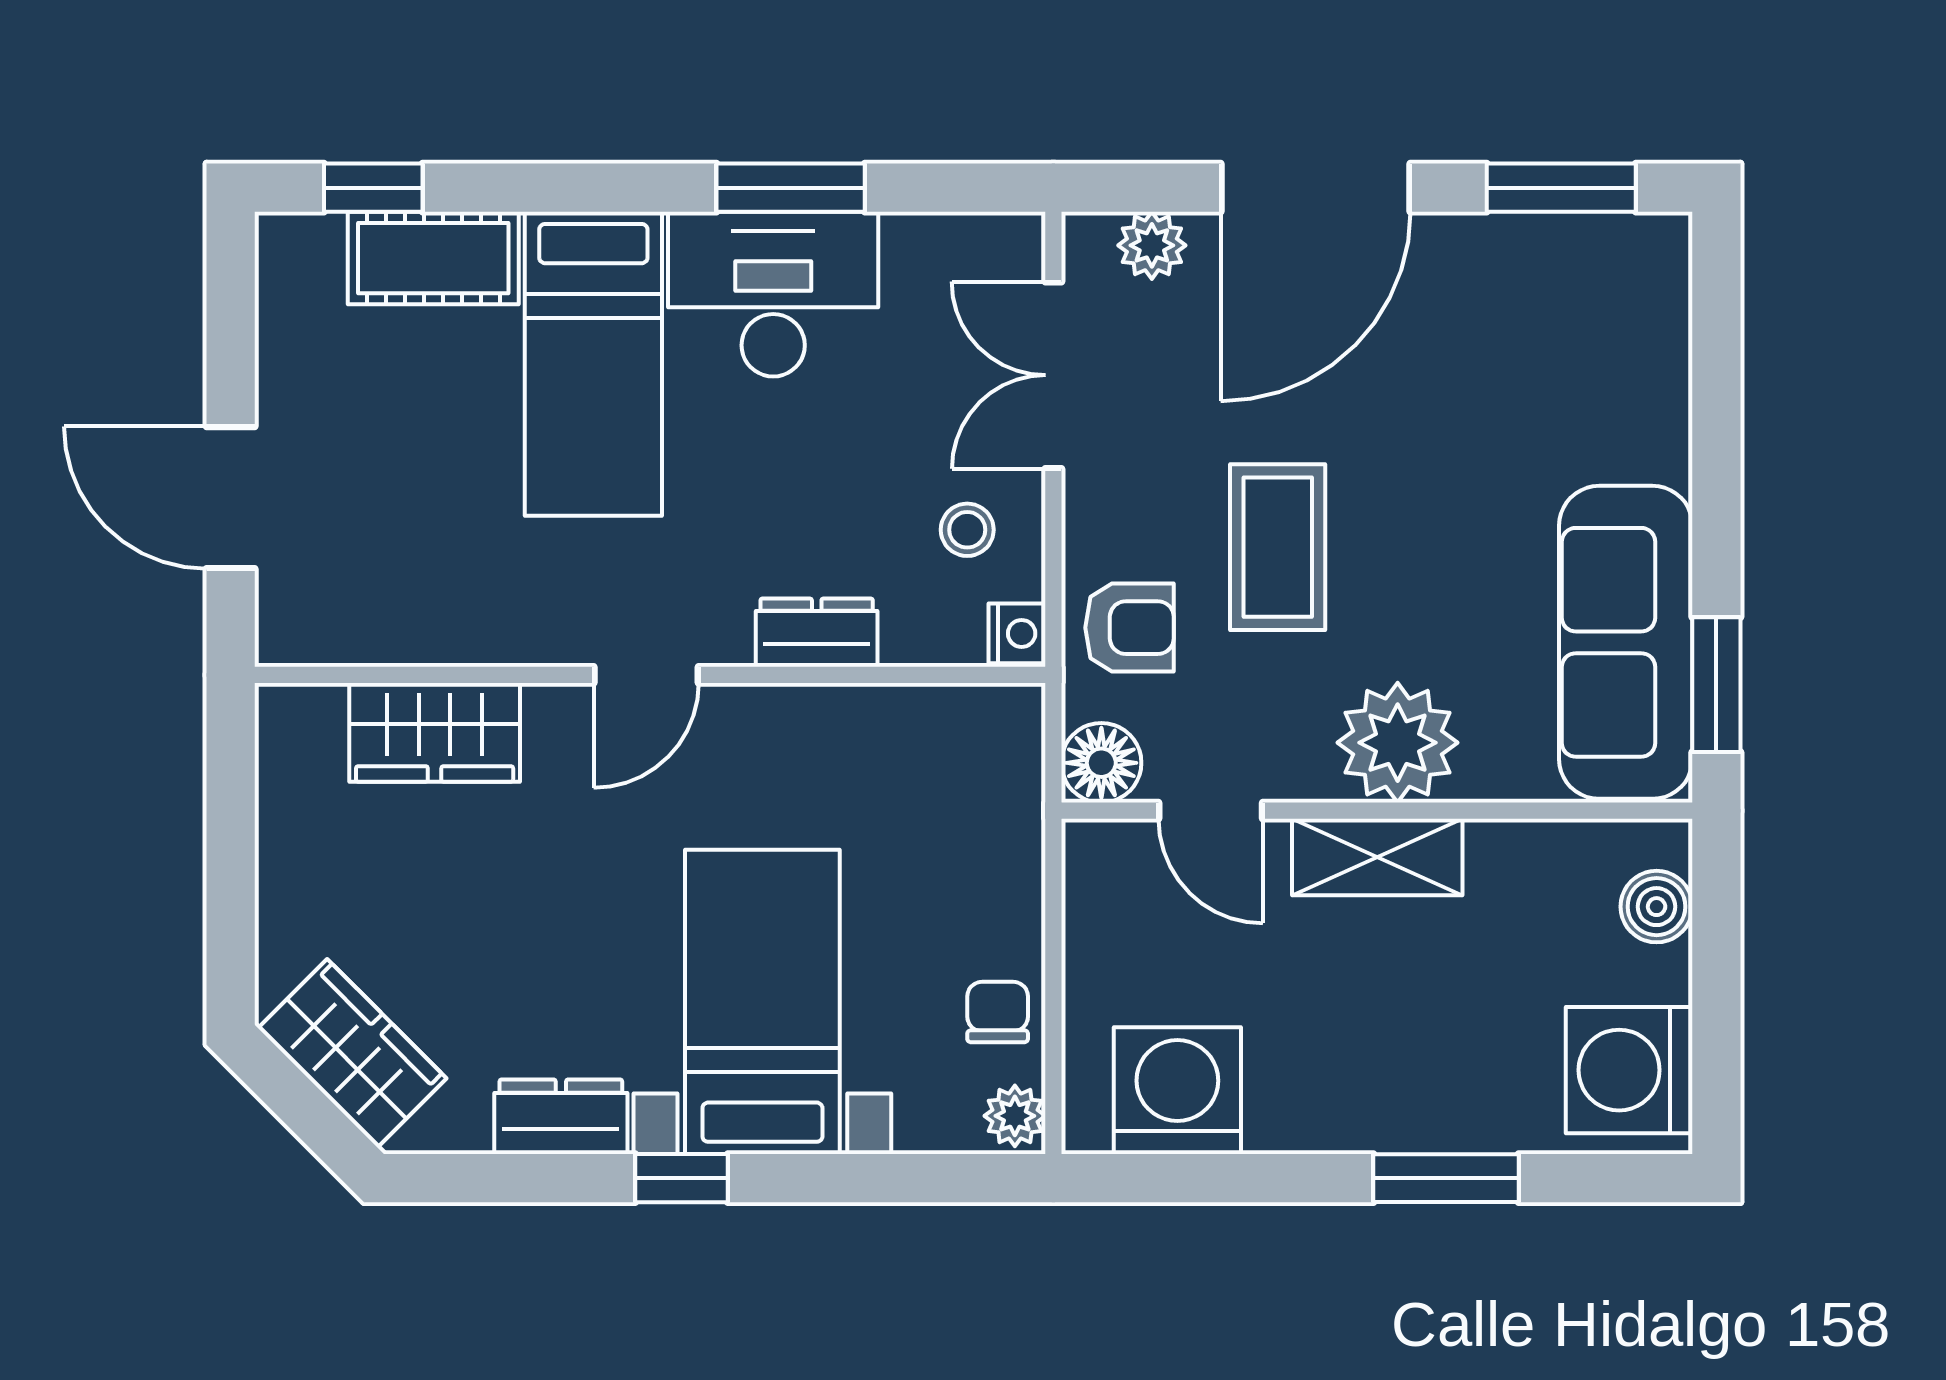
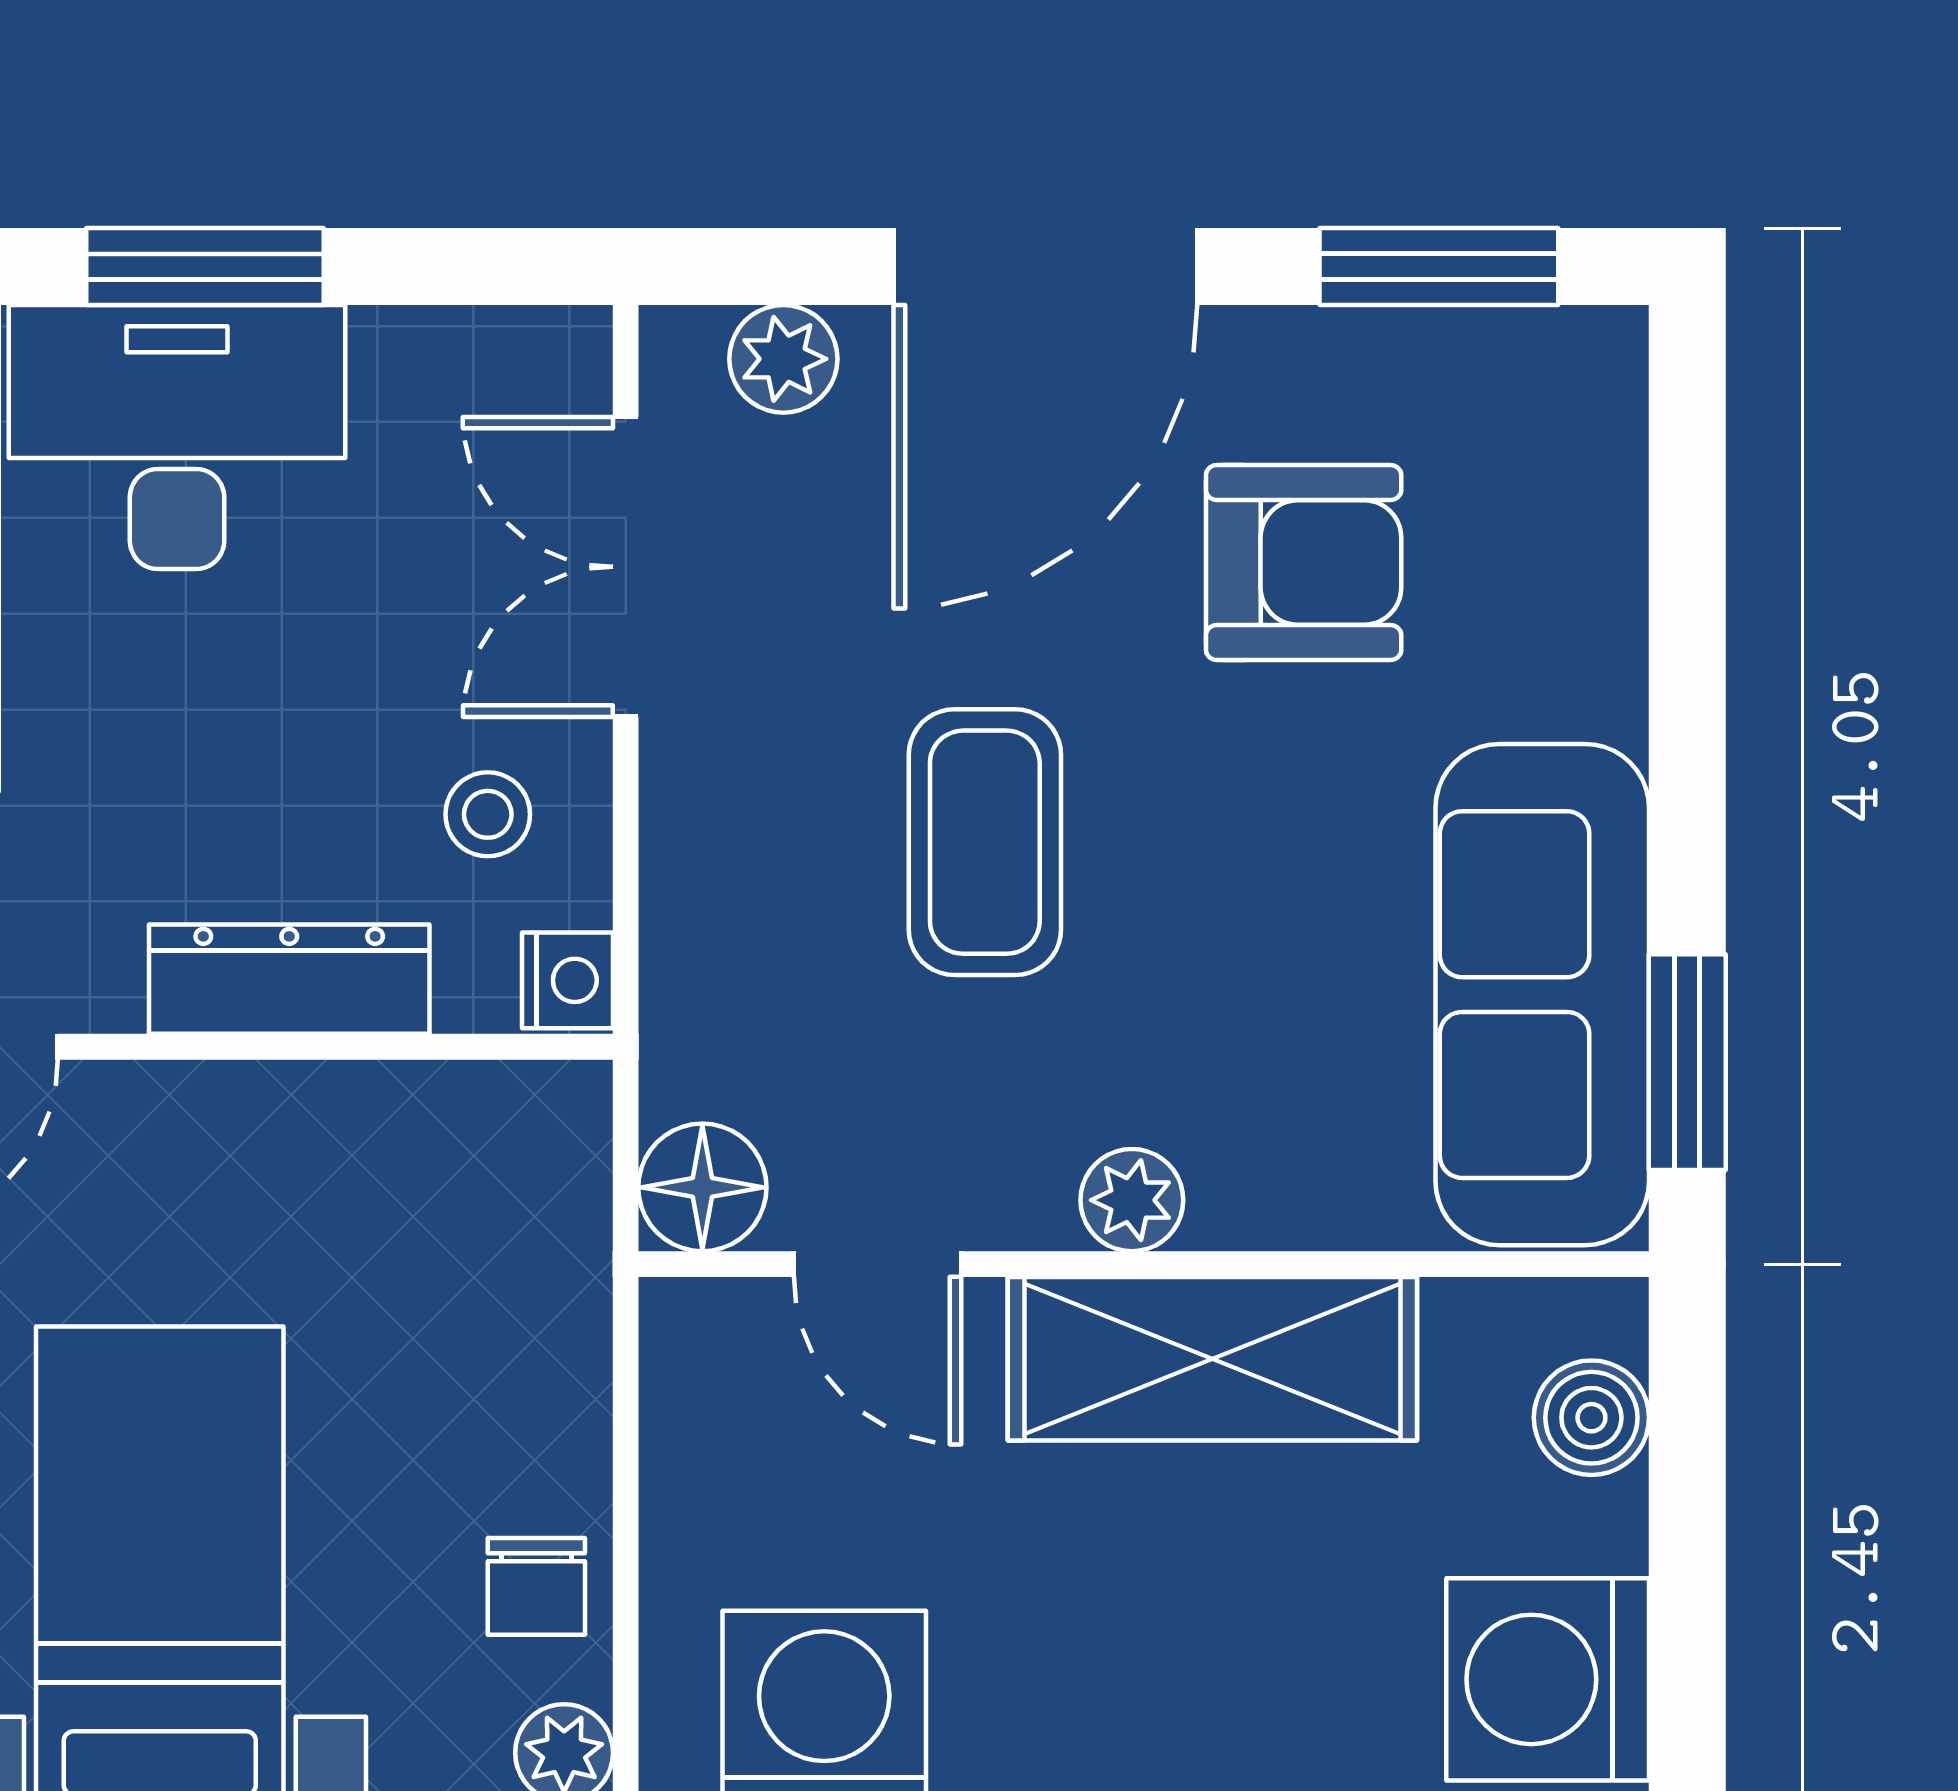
armchair: (1129, 628) -> (1304, 562), moved, width x1.38, depth x1.38
dresser: (817, 633) -> (289, 979), width x1.44
plant: (1398, 743) -> (1132, 1200), width x0.53, depth x0.53
shelving: (1377, 857) -> (1212, 1359), width x1.50, depth x1.33
chair: (998, 1012) -> (536, 1586), turned 180

